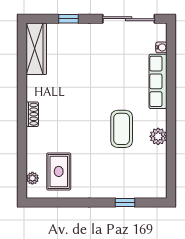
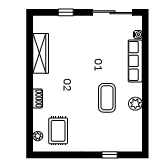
wardrobe: (36, 49) -> (41, 53), moved
shoe rack: (32, 114) -> (38, 98), moved

